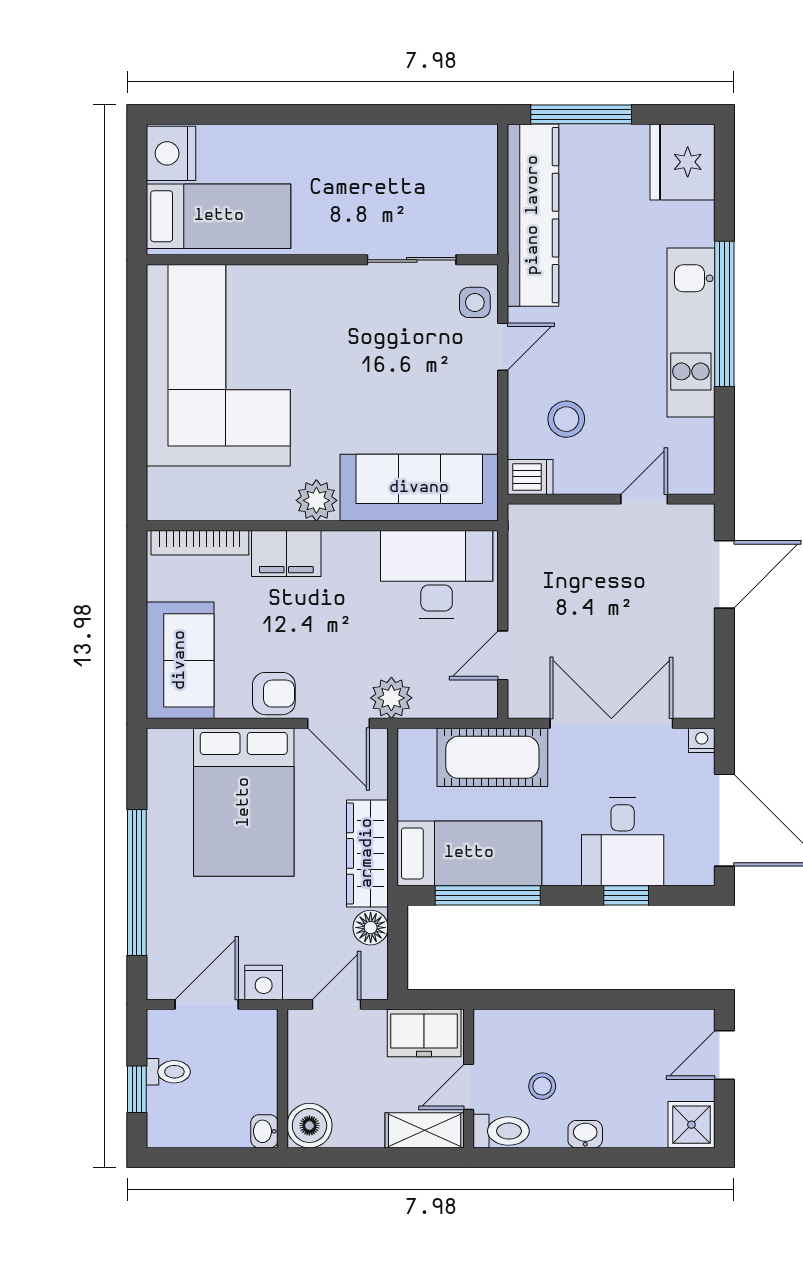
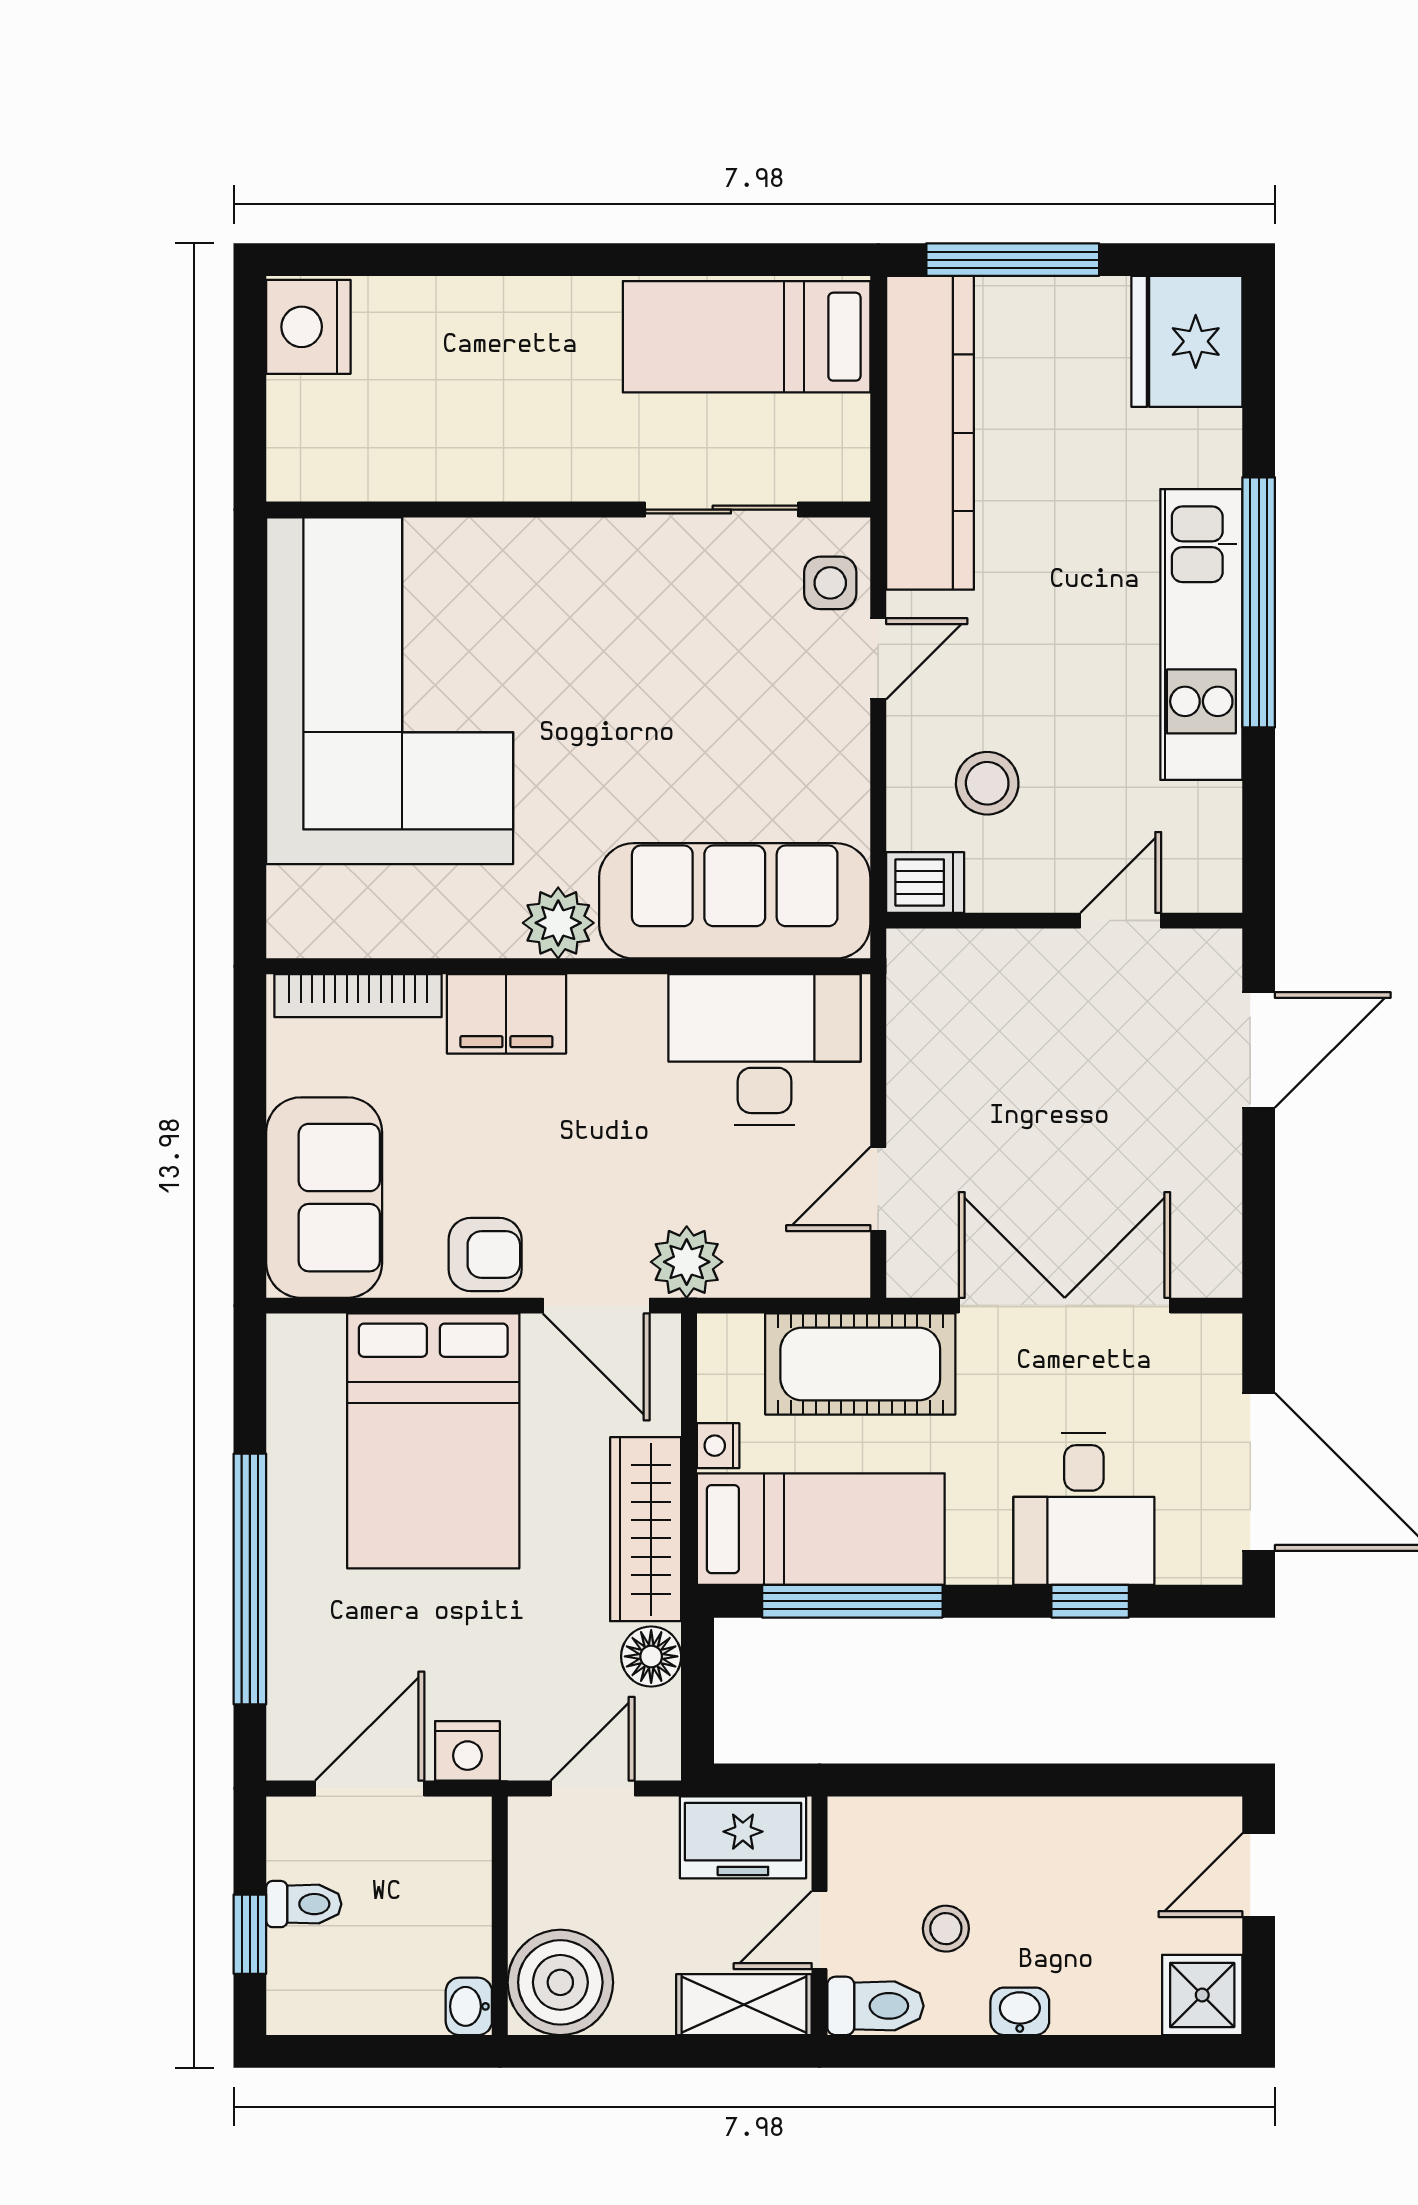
bed: (219, 216) -> (747, 337), moved, turned 180
nightstand: (702, 740) -> (718, 1446), moved, turned -90
boiler: (309, 1126) -> (560, 1982), width x1.37, depth x1.37

